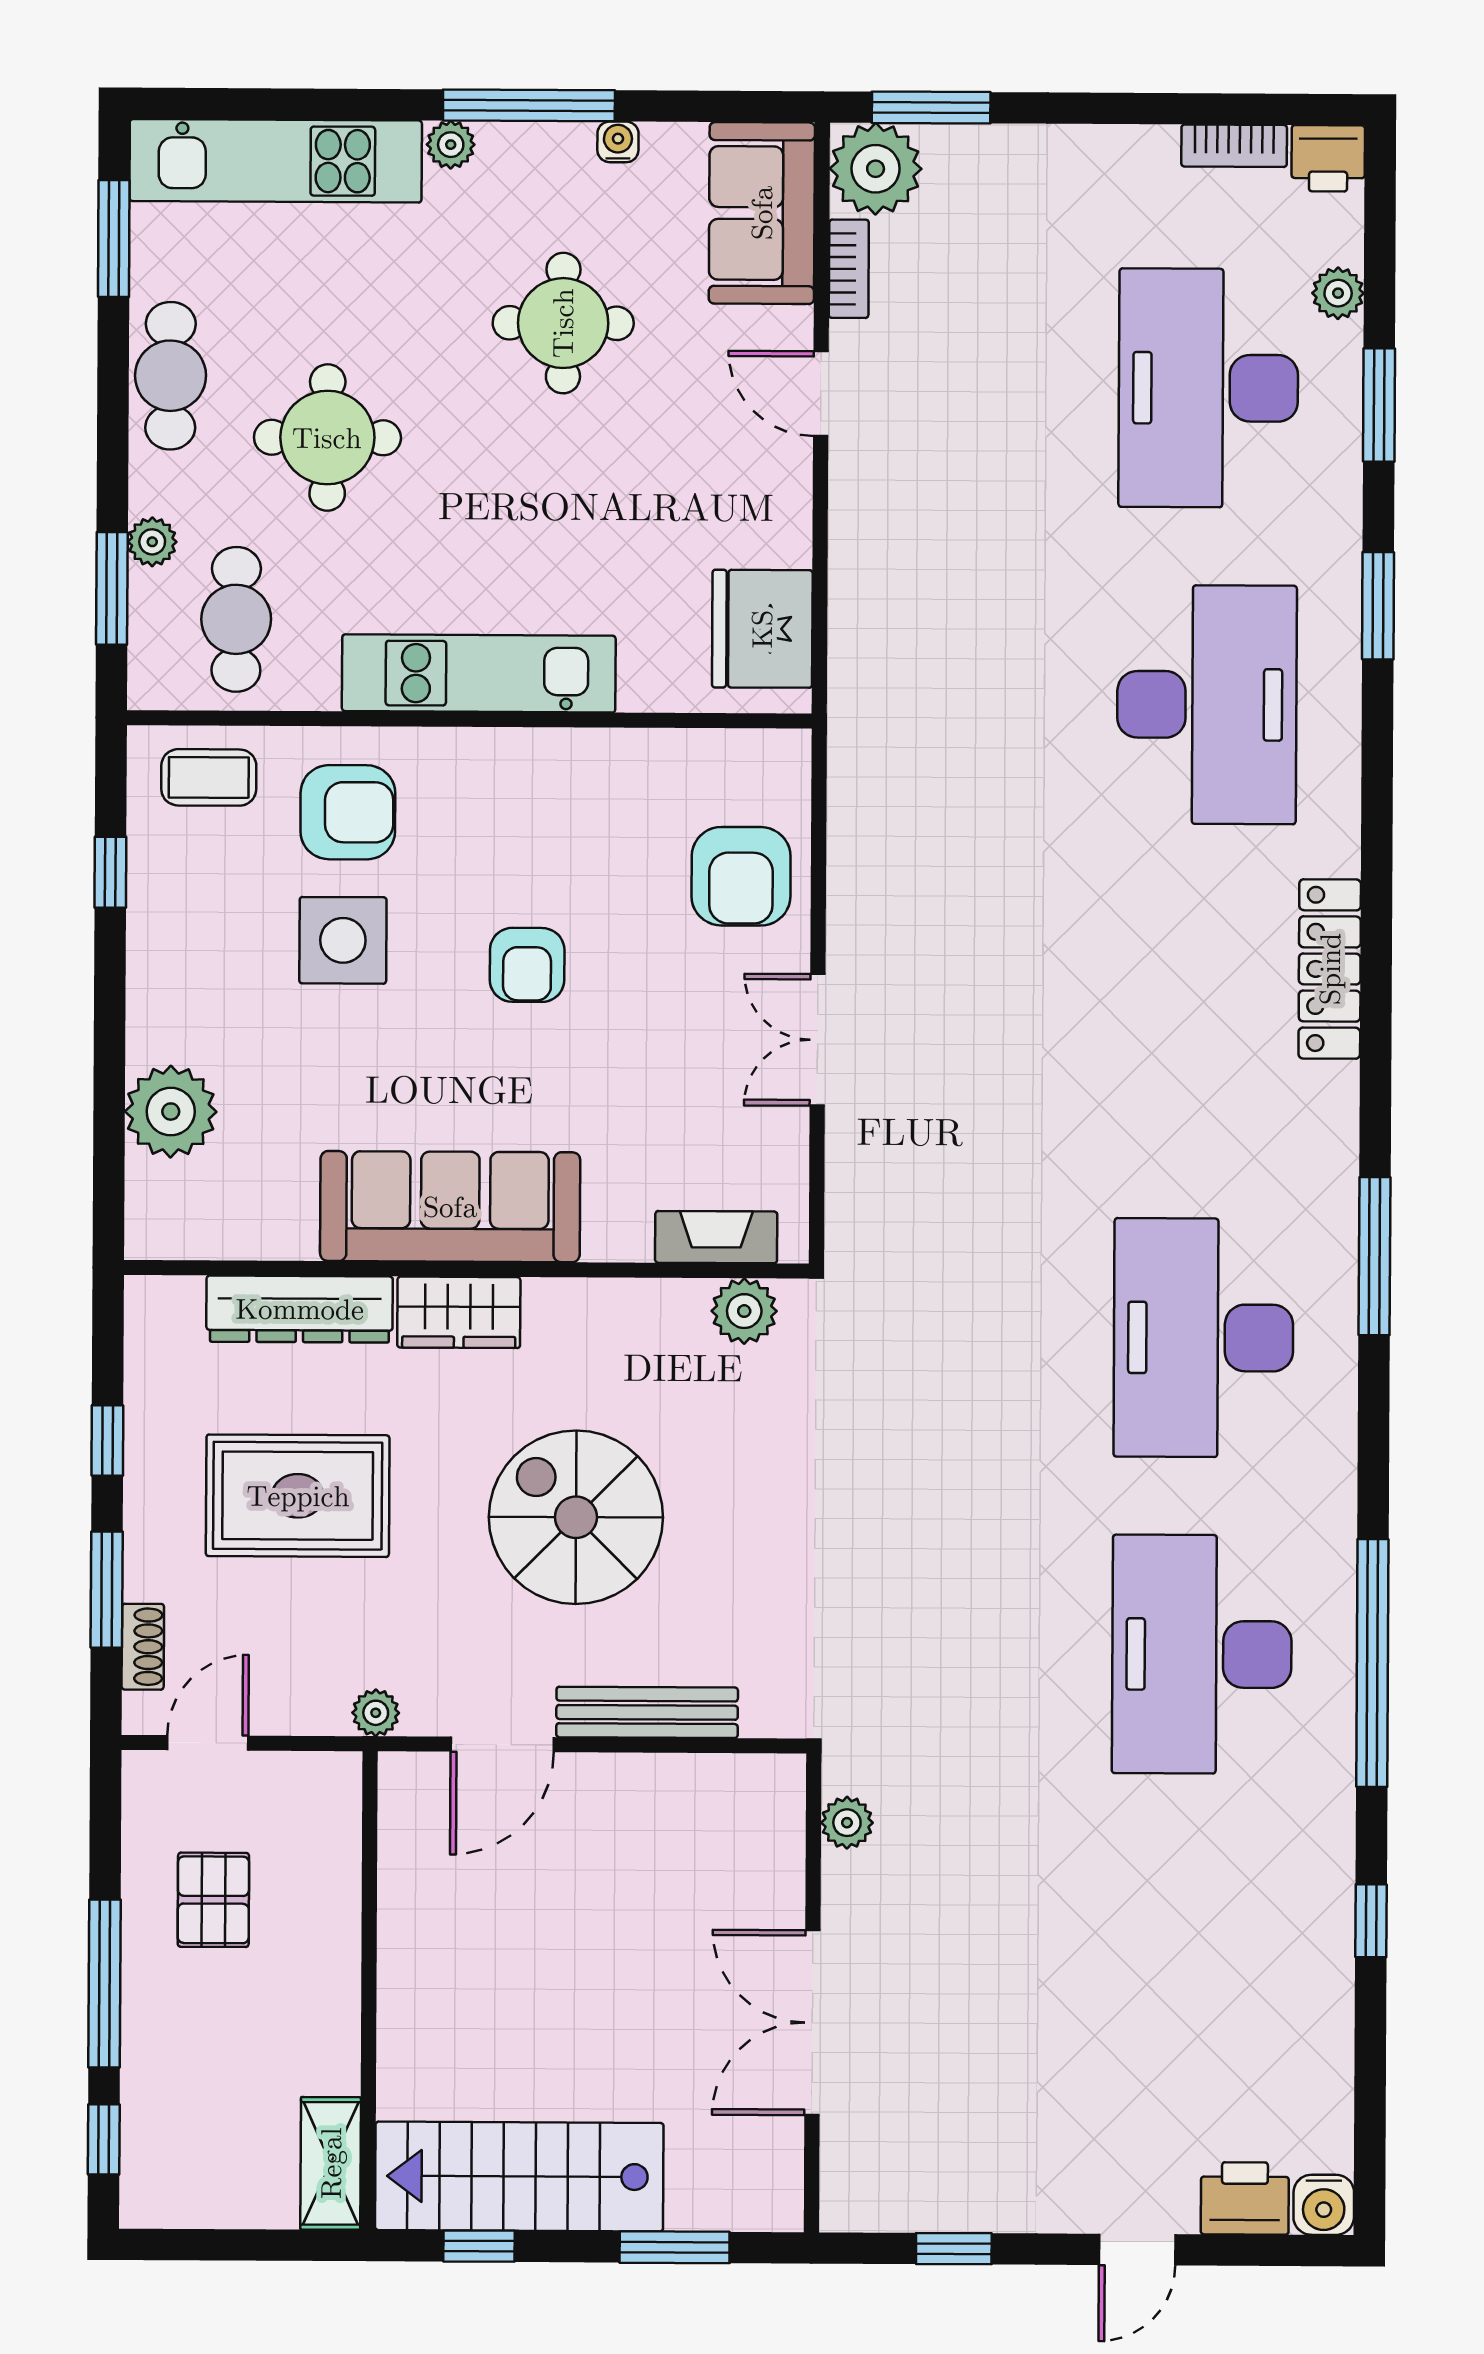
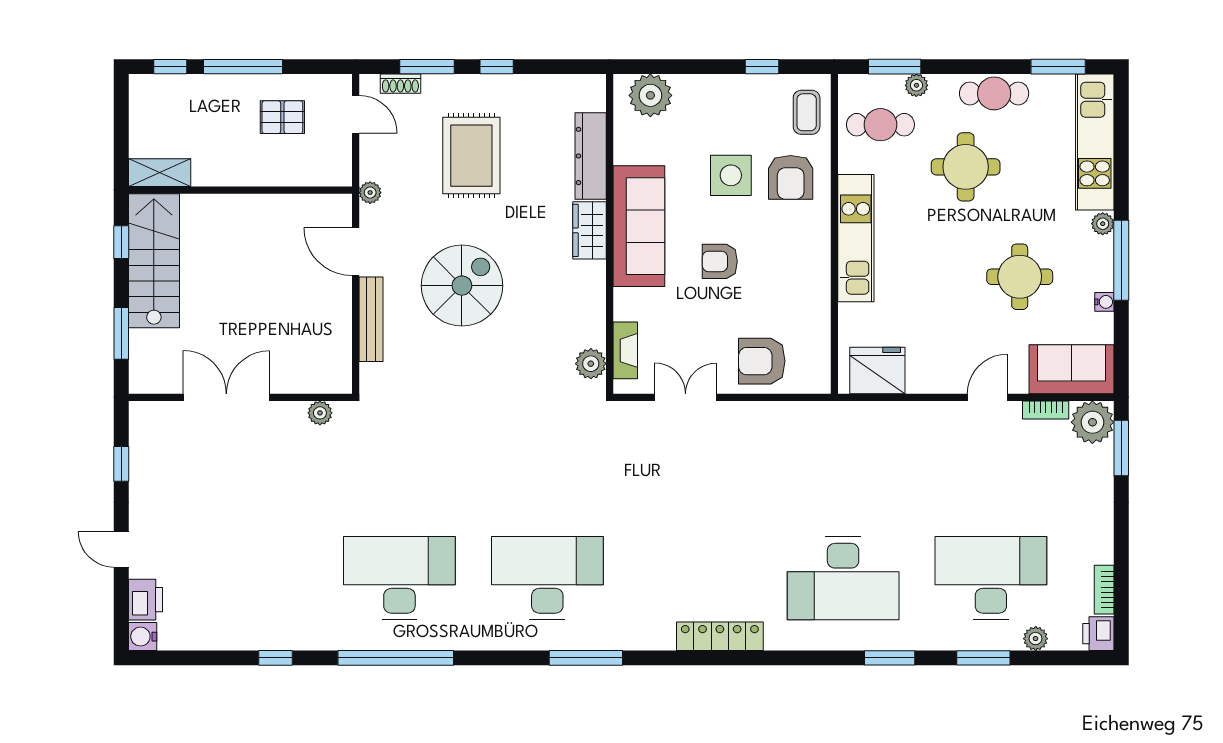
sofa: (450, 1207) -> (639, 226), moved
fireplace: (716, 1237) -> (625, 350), moved
wall: (466, 1269) -> (610, 234), moved
dresser: (300, 1309) -> (591, 156), moved
plant: (744, 1311) -> (591, 364), moved
wardrobe: (459, 1312) -> (589, 230), moved

